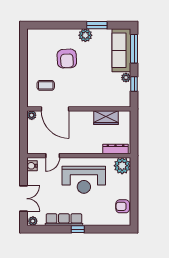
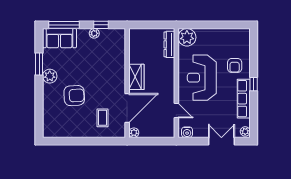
sofa: (121, 50) -> (59, 38), width x0.73
wardrobe: (106, 118) -> (136, 77), moved
reception desk: (84, 180) -> (202, 78), turned 180
armchair: (123, 206) -> (235, 65), moved

